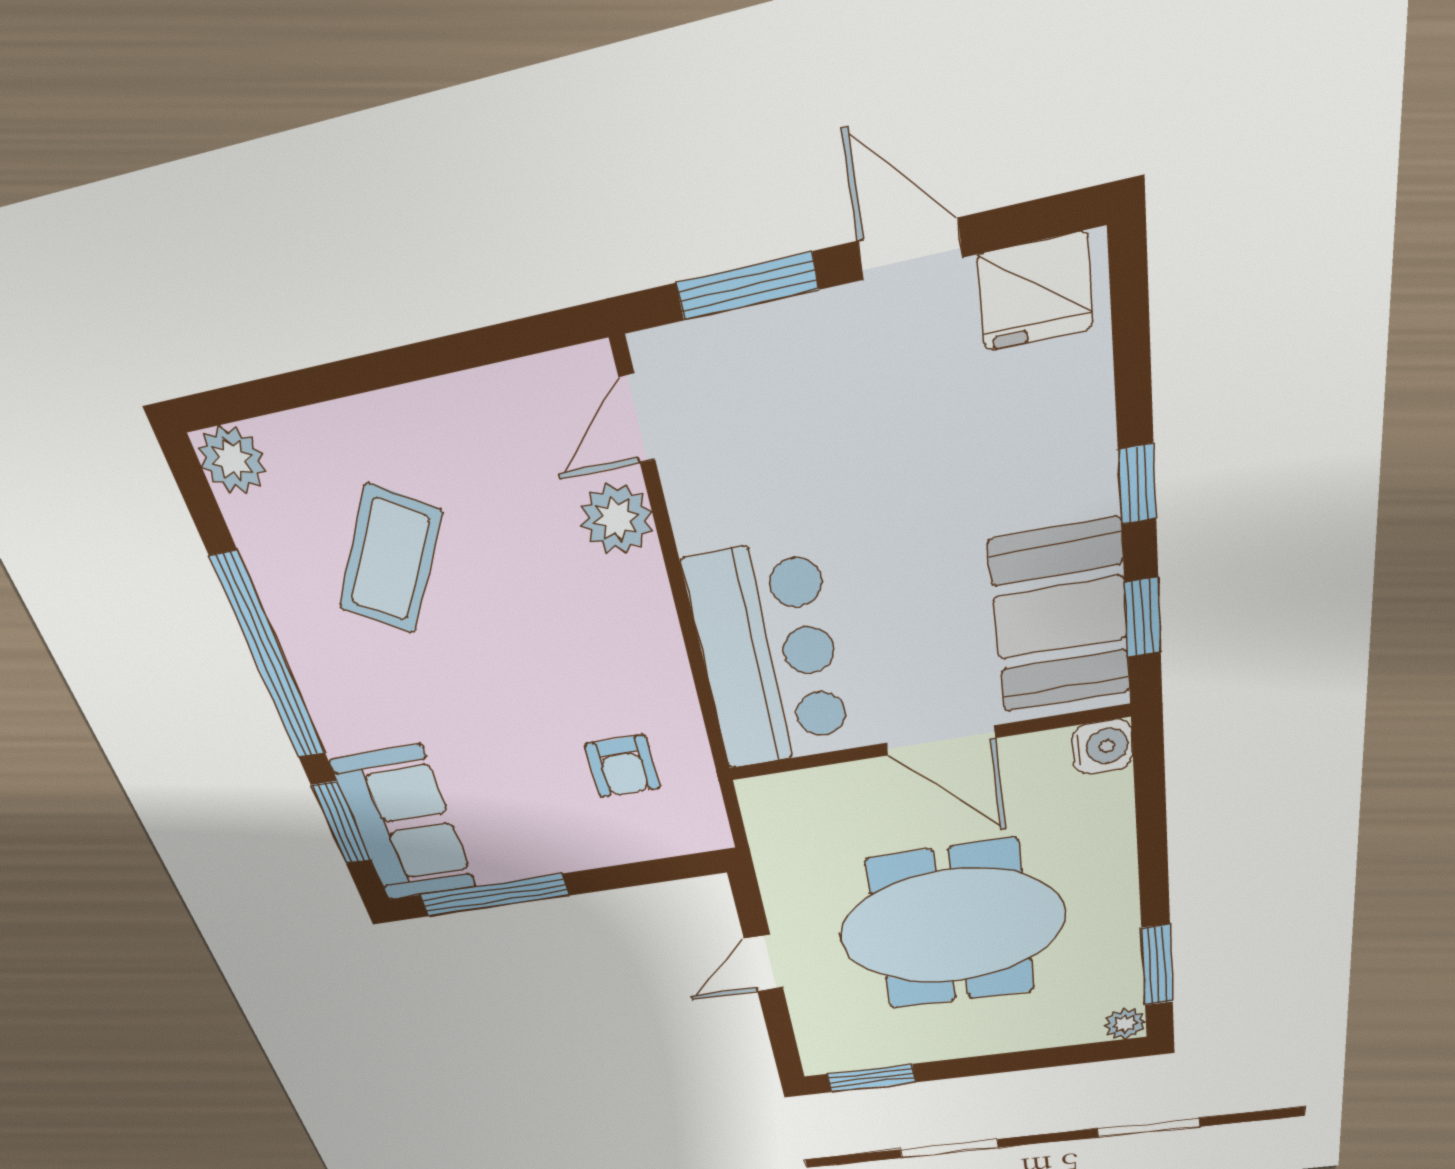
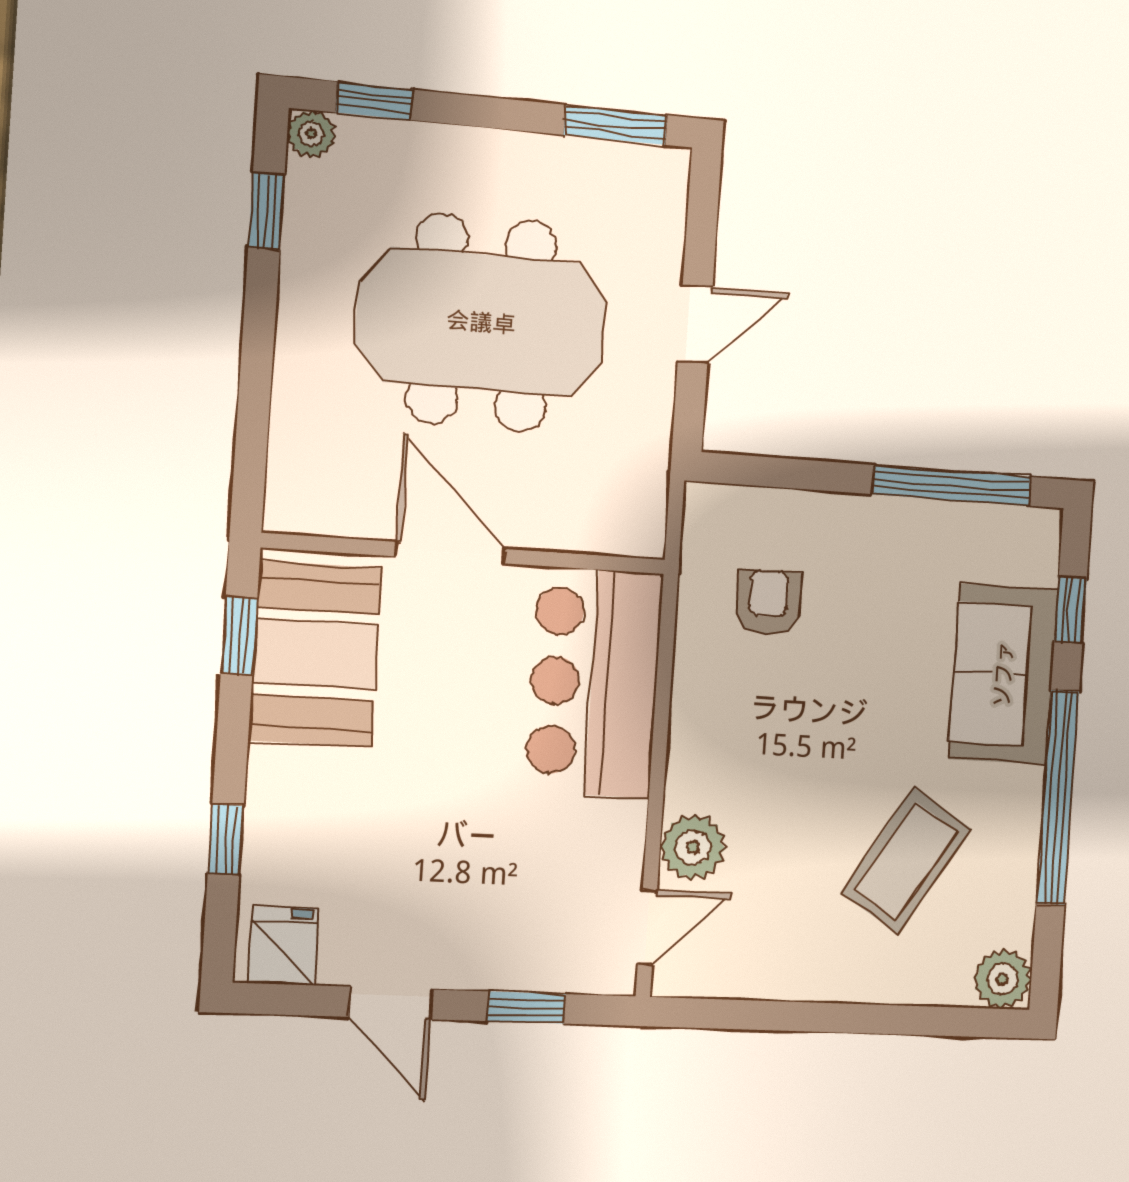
window: (747, 286) -> (527, 1008), width x0.67
fridge: (1035, 292) -> (283, 946), width x0.72
window: (1137, 484) -> (226, 840), moved
water cooler: (1102, 747) -> (293, 506), removed
window: (342, 823) -> (1071, 610), width x0.67
sofa: (404, 825) -> (1003, 674), moved
window: (1157, 965) -> (266, 211), width x0.67
window: (1075, 1055) -> (374, 101), added

